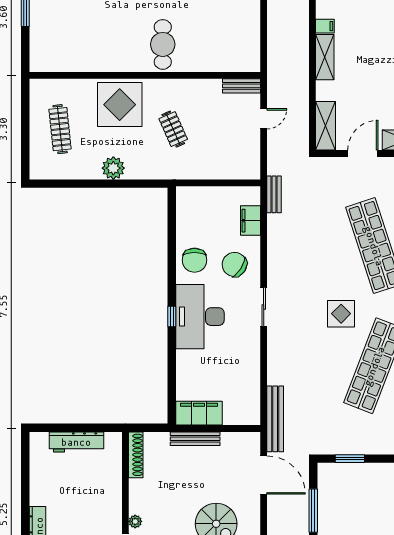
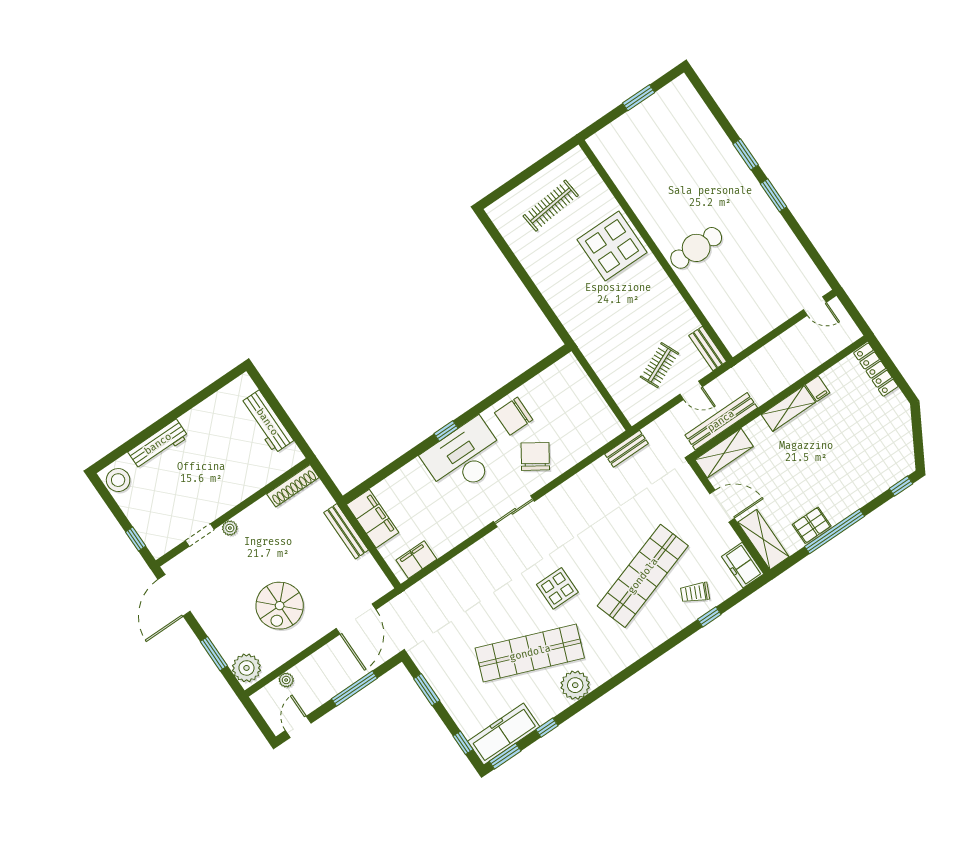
clothes rail: (173, 129) -> (660, 365), moved
plant: (113, 168) -> (548, 281), removed
filing cabinet: (250, 221) -> (416, 560), moved
bench: (275, 419) -> (721, 421), moved

